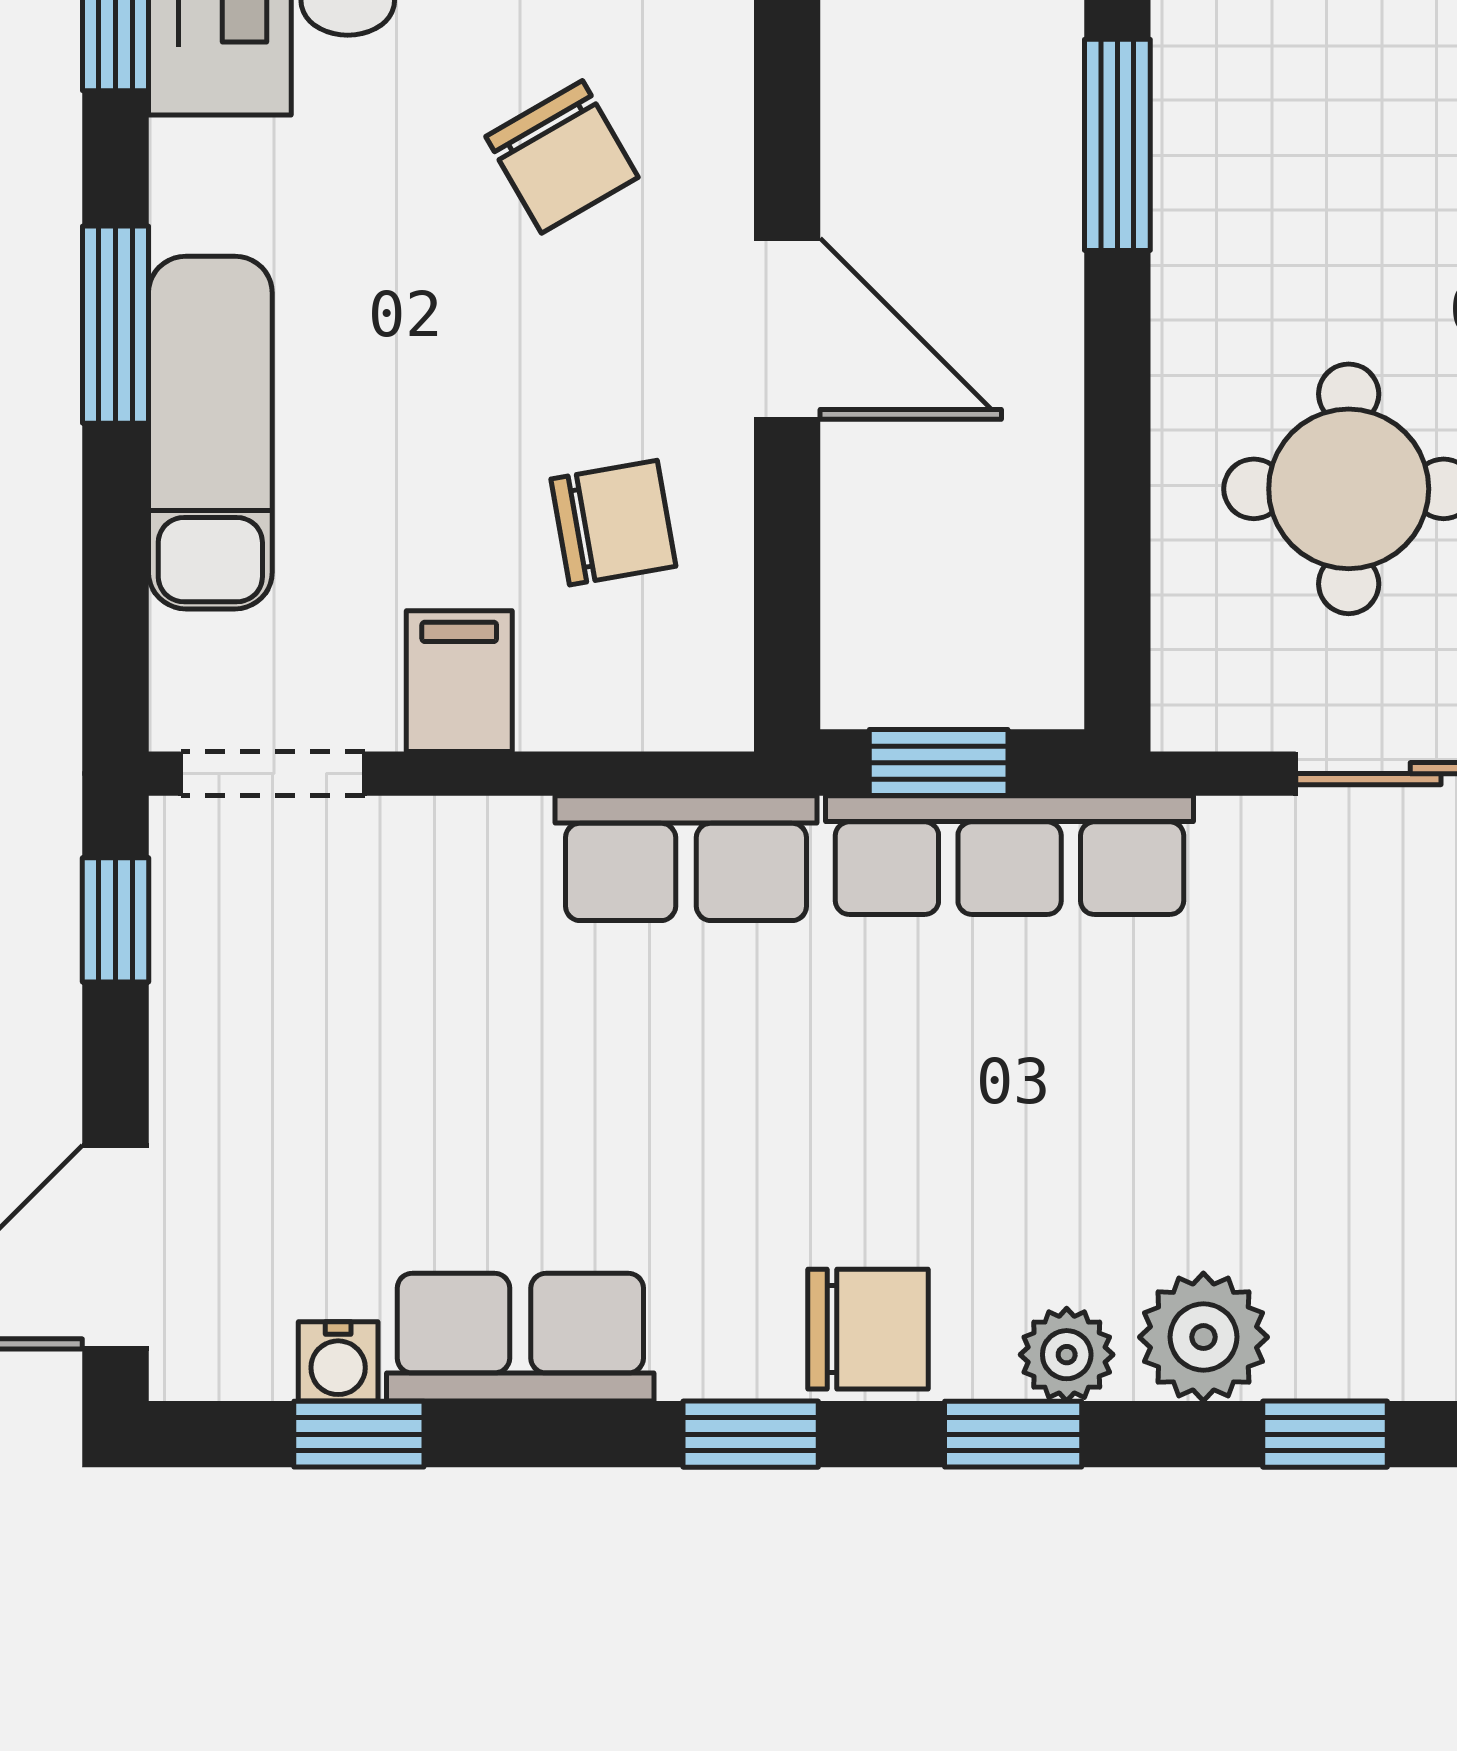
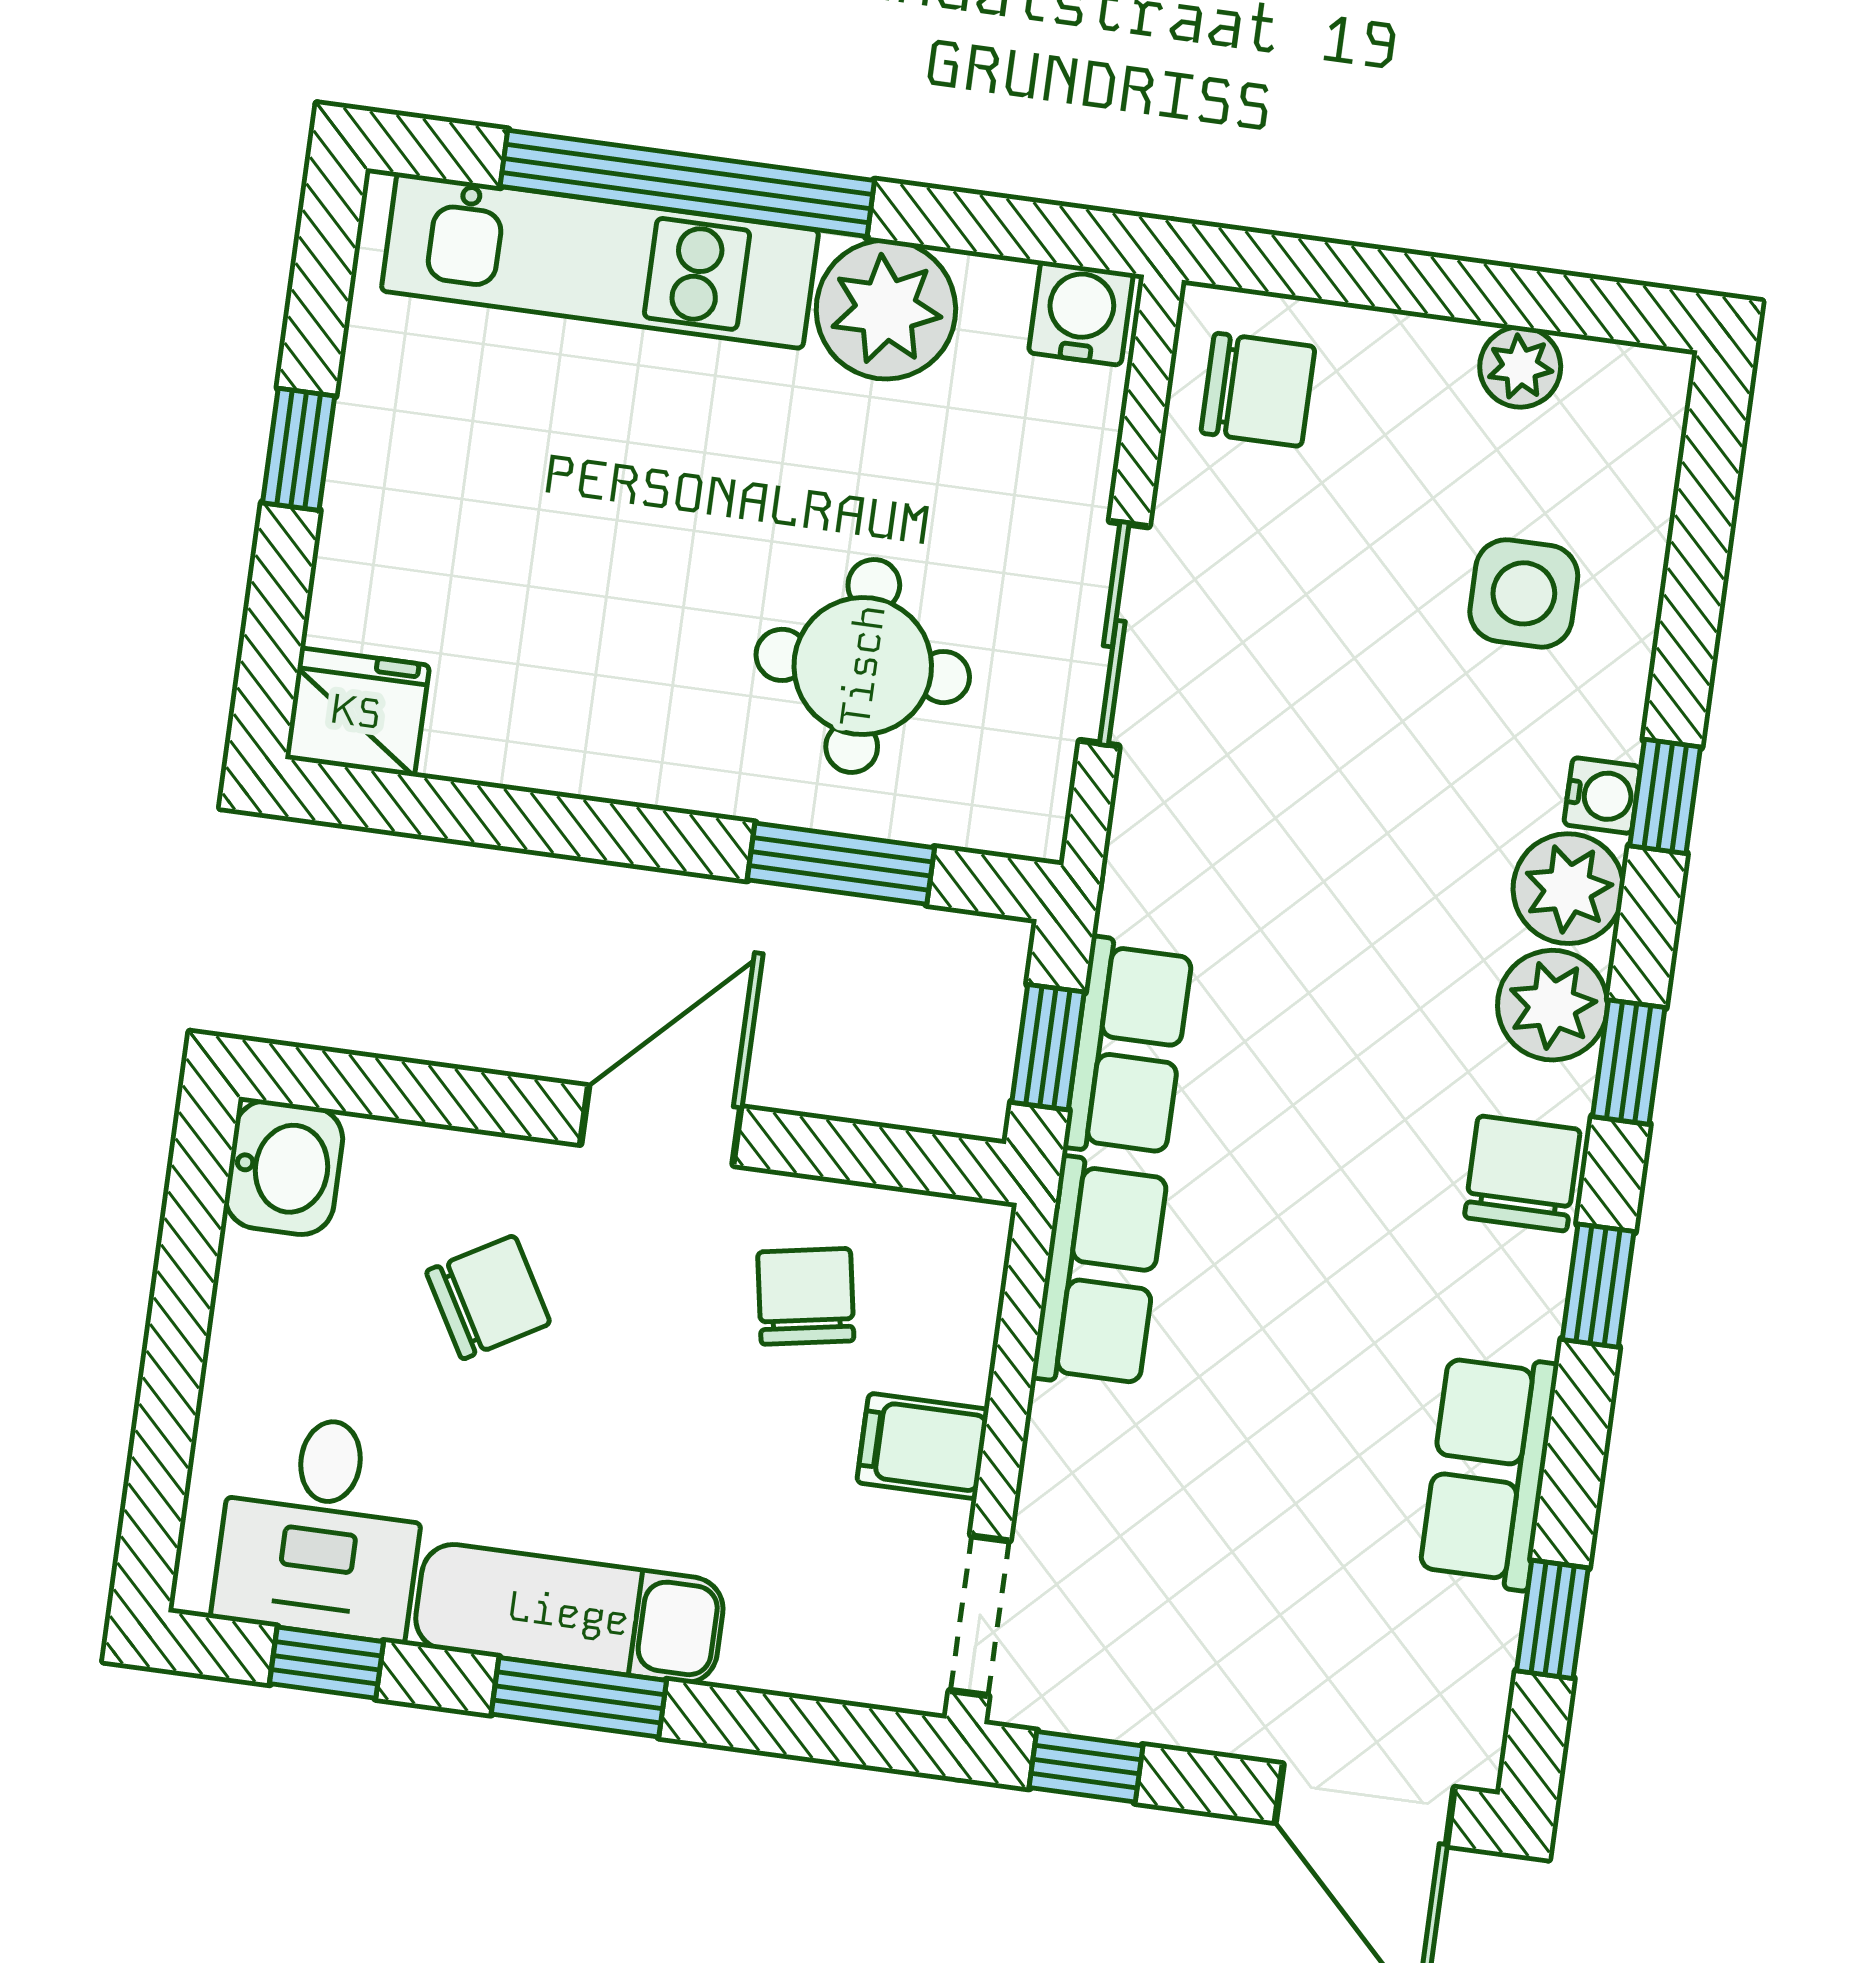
window: (1117, 145) -> (841, 864), moved
exam couch: (210, 433) -> (569, 1614), moved
row of seats: (1010, 855) -> (1128, 1048), width x0.68
plant: (1067, 1355) -> (1552, 1005), width x1.38, depth x1.38
water cooler: (338, 1361) -> (1602, 796), moved

